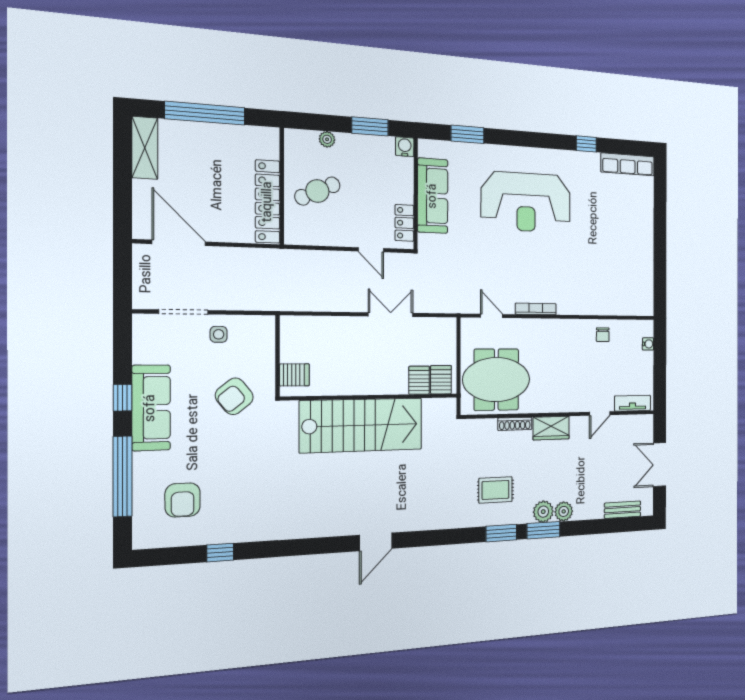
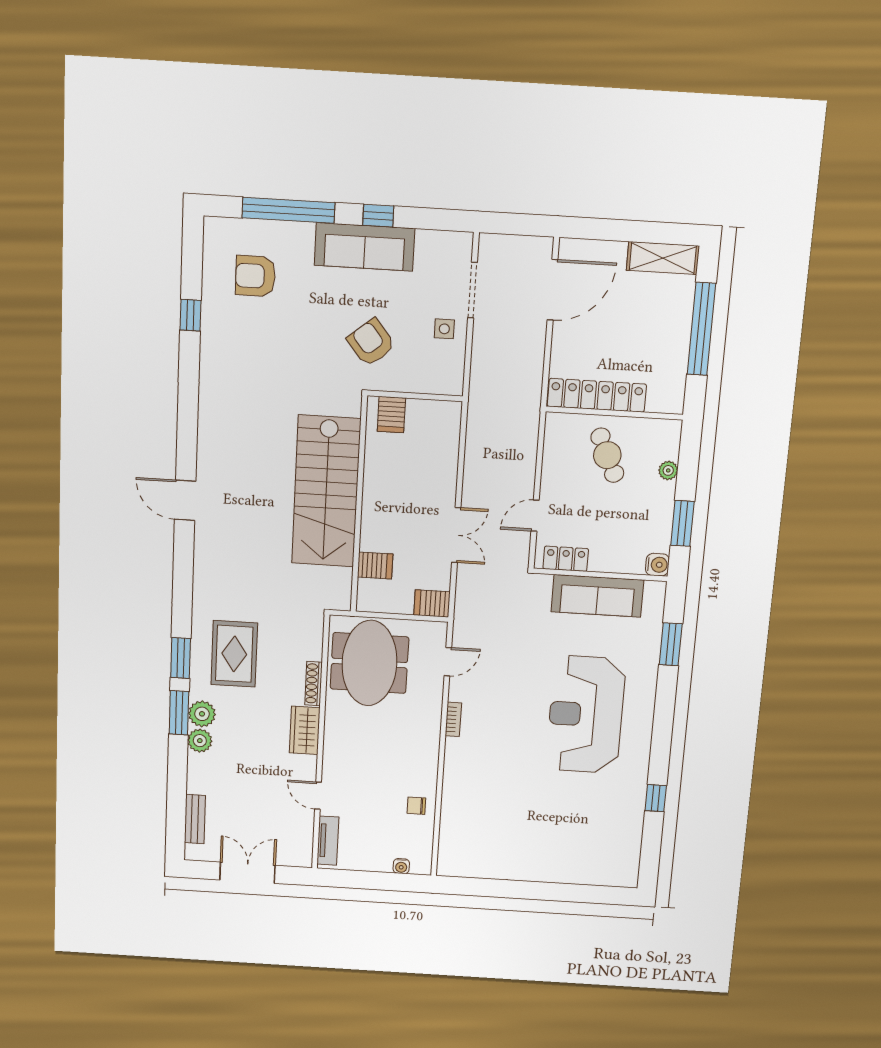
row of seats: (628, 164) -> (629, 852), removed
bookcase: (536, 309) -> (453, 719), width x0.64
server rack: (441, 380) -> (432, 603), moved, turned 180
rug: (496, 490) -> (234, 654), width x1.36, depth x1.43

